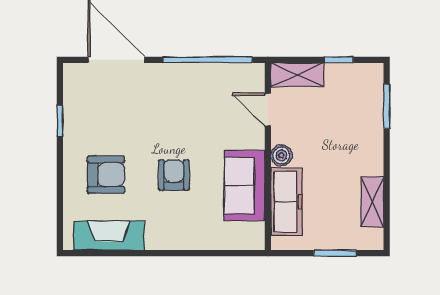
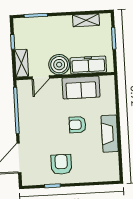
boiler: (281, 155) -> (59, 65), width x1.86, depth x1.86
armchair: (106, 175) -> (61, 164), moved
fireplace: (109, 236) -> (110, 134), moved

